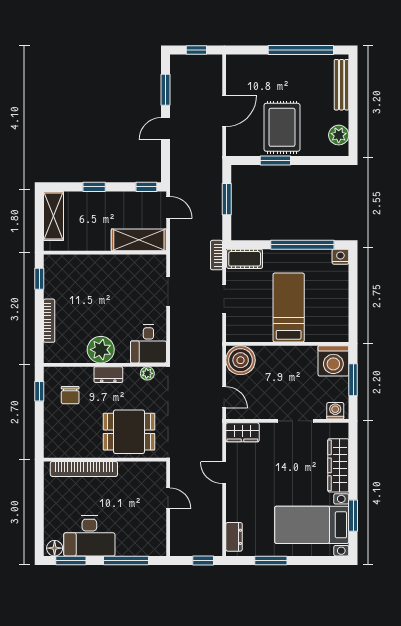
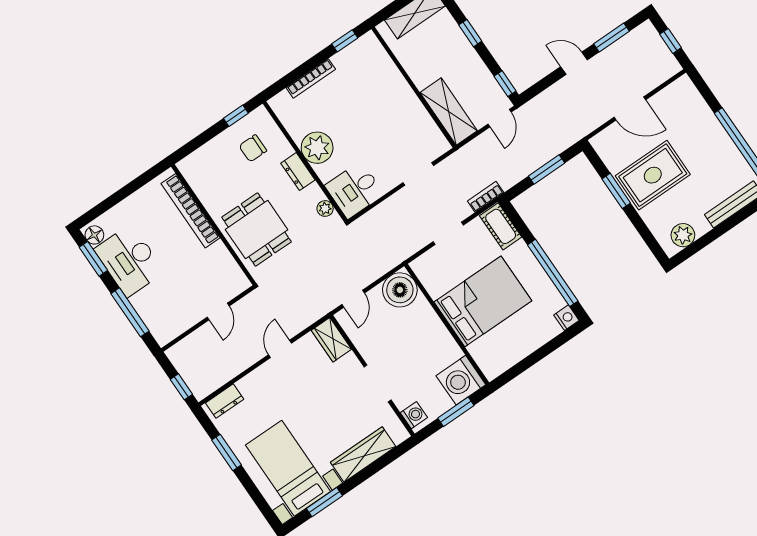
bed: (289, 307) -> (483, 301), width x1.50

